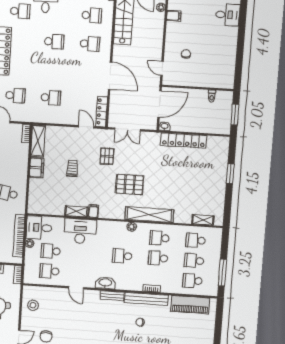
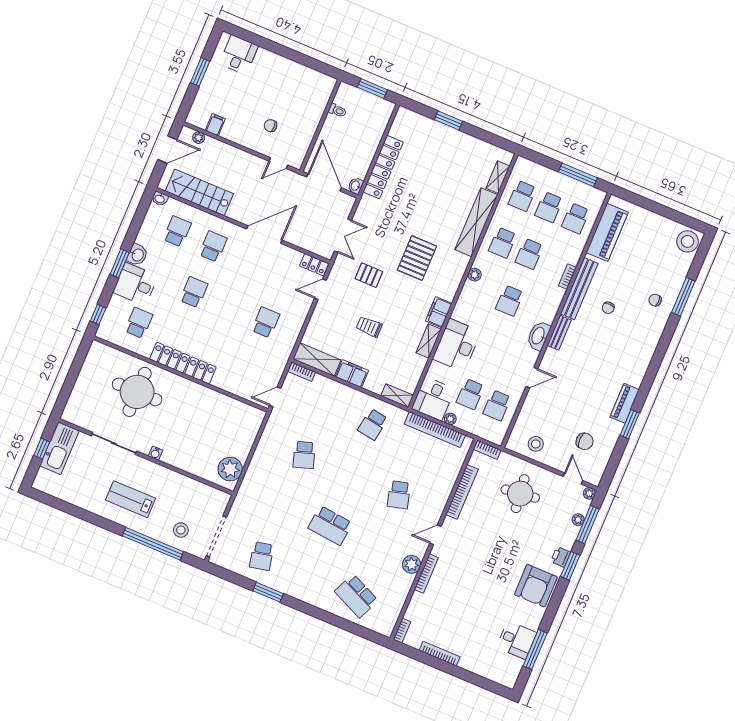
school desk: (15, 95) -> (246, 368), removed
locker: (102, 112) -> (314, 265), width x0.66
shelving: (33, 203) -> (397, 396), added
filing cabinet: (93, 211) -> (439, 312), width x2.00
shelving: (149, 215) -> (476, 222), moved

